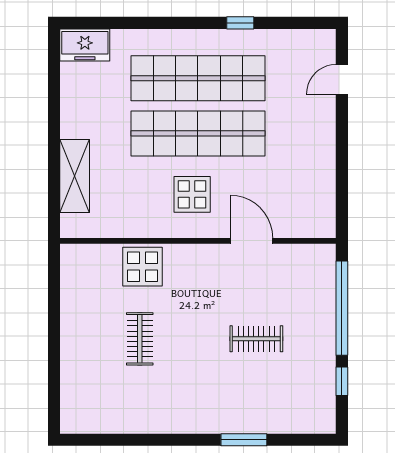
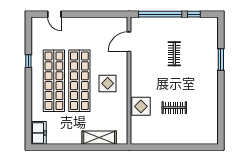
door: (251, 241) -> (129, 42), moved

